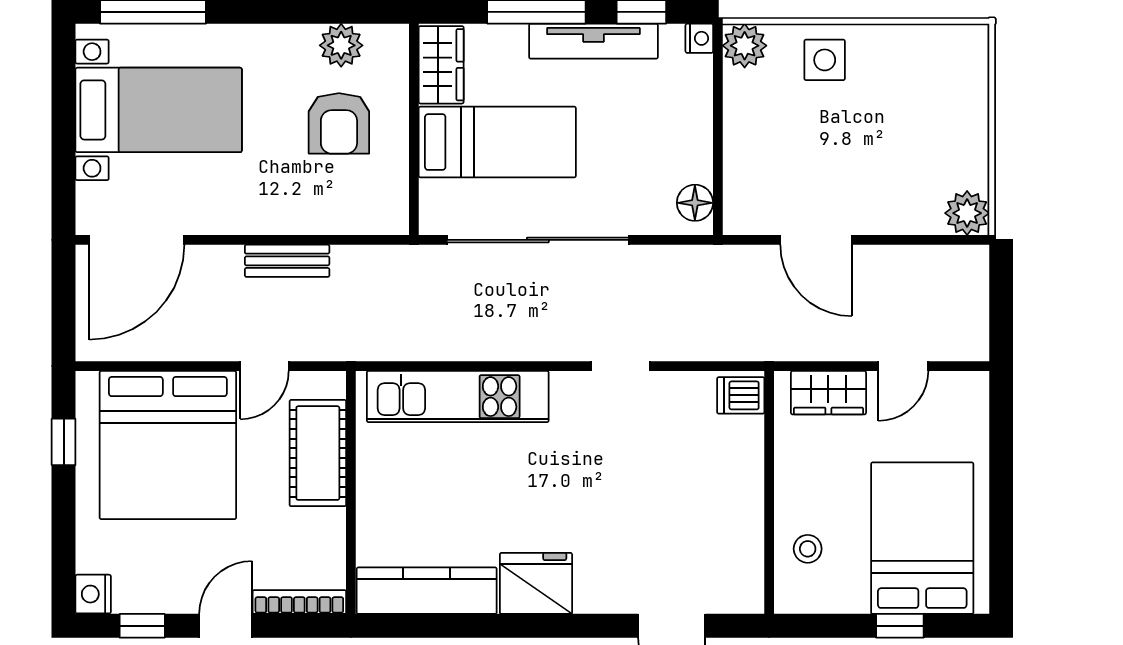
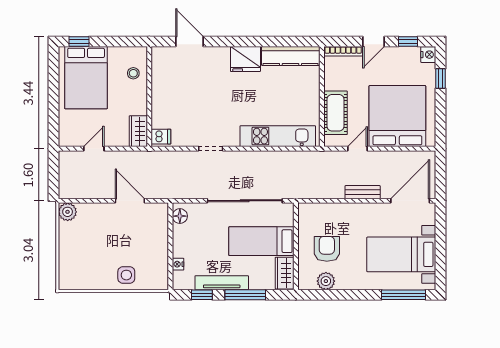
nightstand: (699, 38) -> (178, 264), moved
plant: (745, 46) -> (159, 281), removed
bench: (287, 261) -> (363, 192), moved
wardrobe: (828, 393) -> (138, 131), moved, turned -90
window: (64, 442) -> (440, 78), moved
window: (900, 626) -> (79, 41), moved

